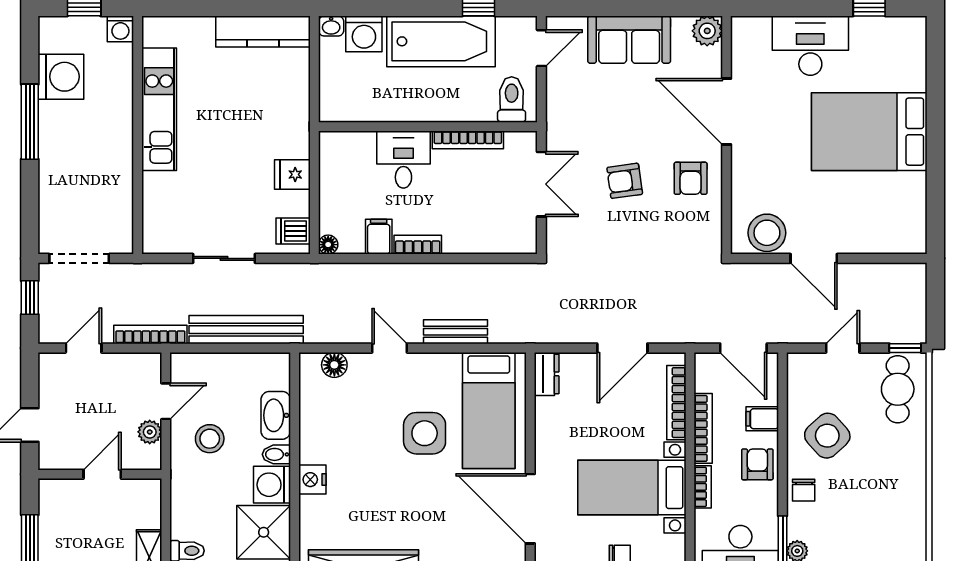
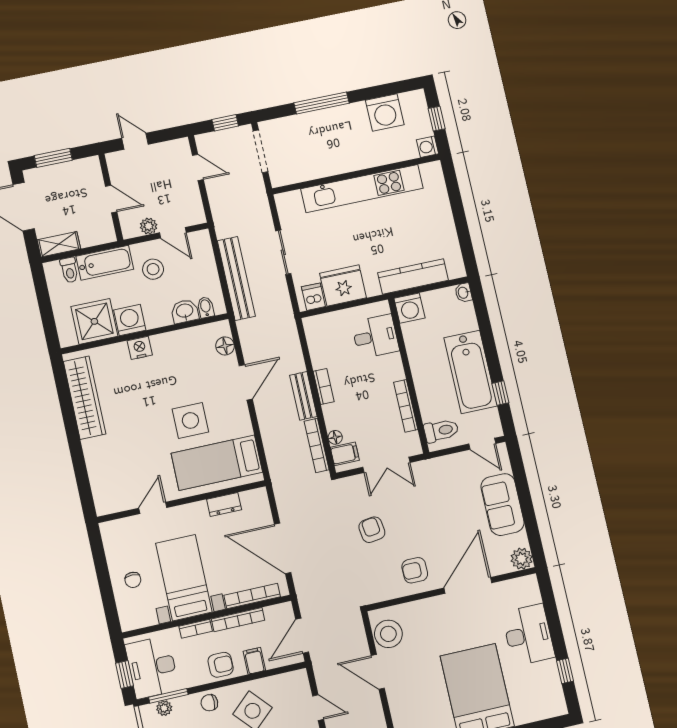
kitchen counter: (263, 32) -> (413, 276), moved, turned 90
washing machine: (364, 34) -> (410, 308), moved, turned -90
kitchen unit: (159, 109) -> (362, 188), width x1.36
window: (30, 122) -> (322, 103), moved
desk: (403, 159) -> (375, 336), moved
fridge: (292, 174) -> (343, 285), width x1.88, depth x1.34
armchair: (625, 181) -> (372, 530), moved
filing cabinet: (379, 237) -> (345, 454), moved
floor lamp: (328, 245) -> (335, 437), moved
door: (814, 258) -> (378, 672), hinge flipped
bench: (455, 332) -> (303, 396), moved
bookcase: (150, 335) -> (317, 445), moved, turned 180
door: (389, 348) -> (246, 382), width x1.38
door: (622, 348) -> (283, 548), width x1.36
dresser: (547, 374) -> (224, 504), moved
washbasin: (276, 415) -> (185, 311), width x0.72
bidet: (276, 454) -> (206, 307), moved
bathtub: (187, 501) -> (105, 263), added
door: (530, 509) -> (153, 508), width x0.53

